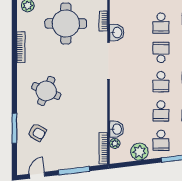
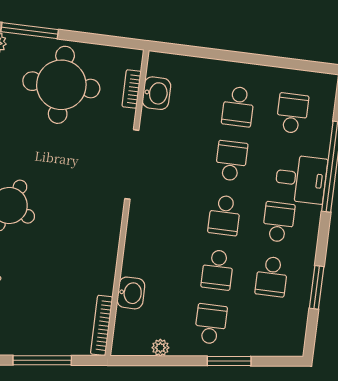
washbasin: (117, 33) -> (156, 93), moved
school desk: (161, 140) -> (211, 324), turned 180
plant: (115, 143) -> (124, 319), removed
plant: (139, 152) -> (160, 348), width x0.53, depth x0.53

